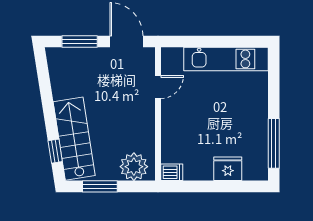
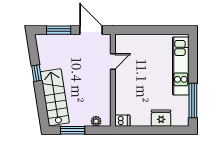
kitchen unit: (226, 59) -> (181, 66), moved, turned 90
window: (55, 151) -> (37, 73), moved
plant: (134, 167) -> (96, 121), width x0.53, depth x0.53

